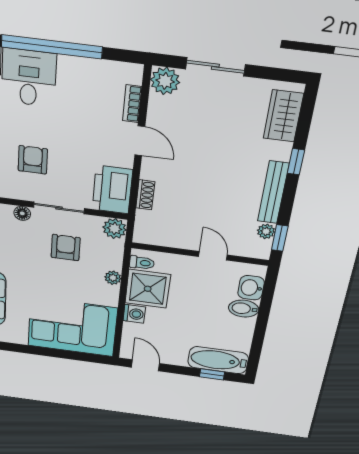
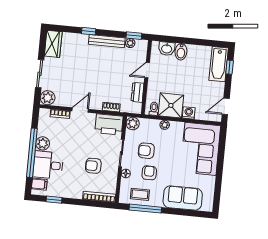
plant: (72, 69) -> (43, 143), added
wardrobe: (283, 116) -> (53, 44), moved, turned -90
dresser: (172, 239) -> (137, 92), added
armchair: (26, 250) -> (149, 173), added

